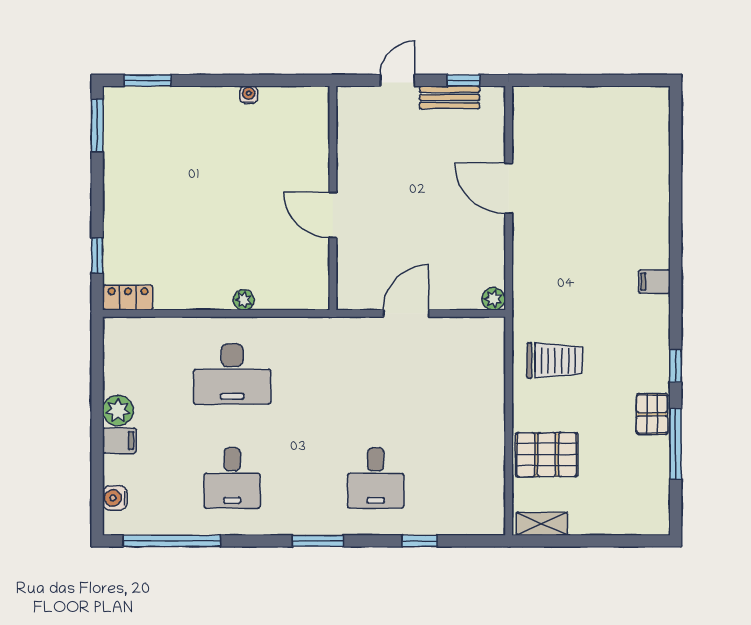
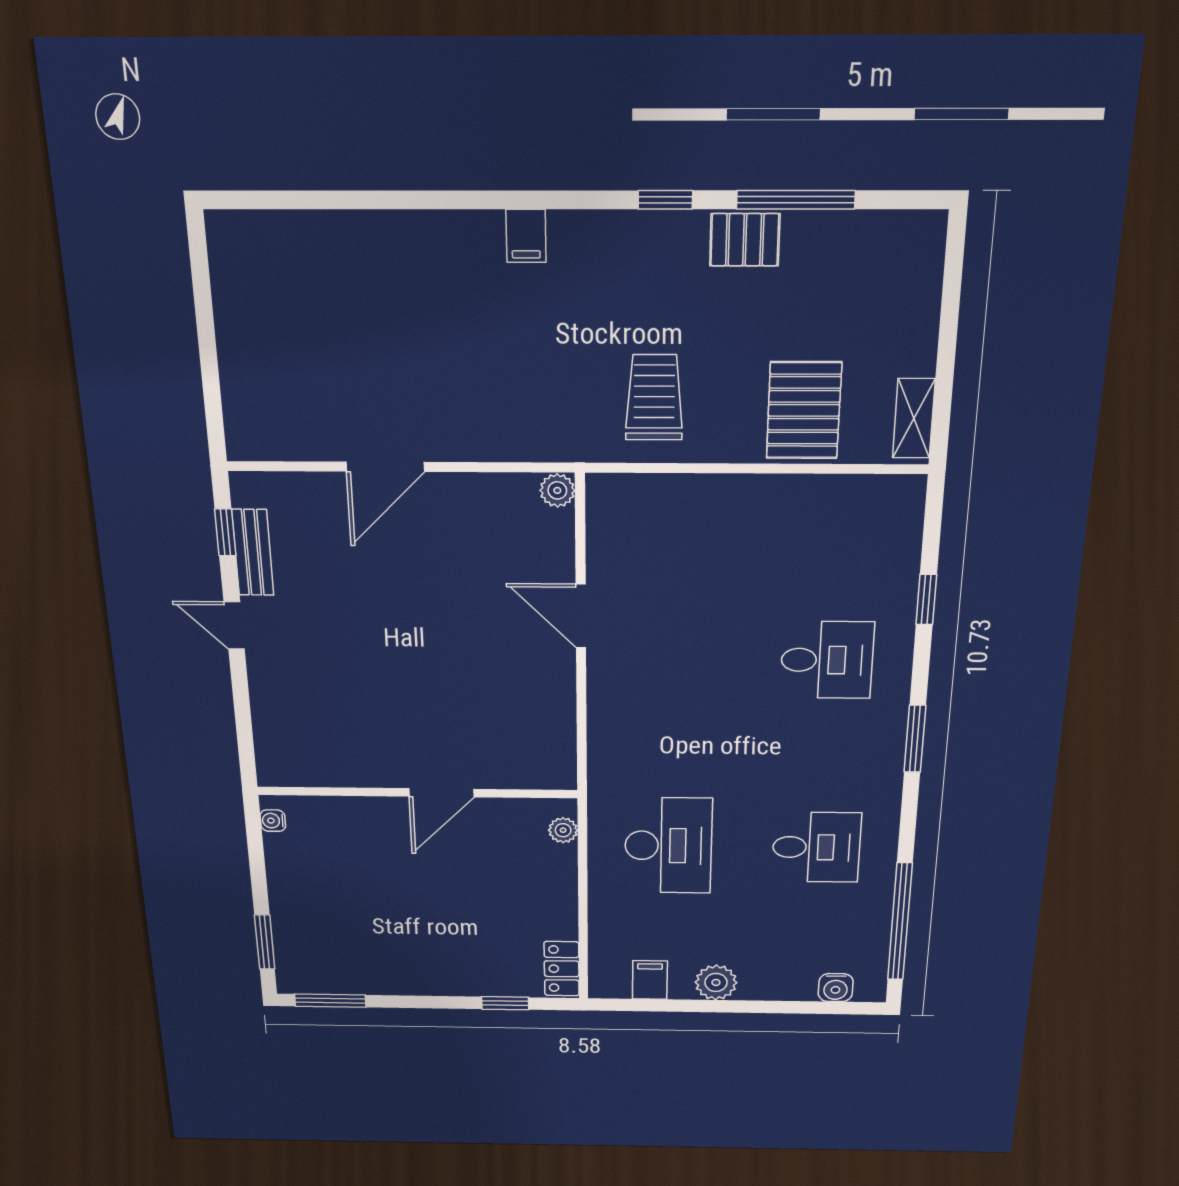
wall: (333, 198) -> (417, 792), moved
door: (333, 215) -> (441, 793), moved
filing cabinet: (119, 441) -> (650, 980), moved

